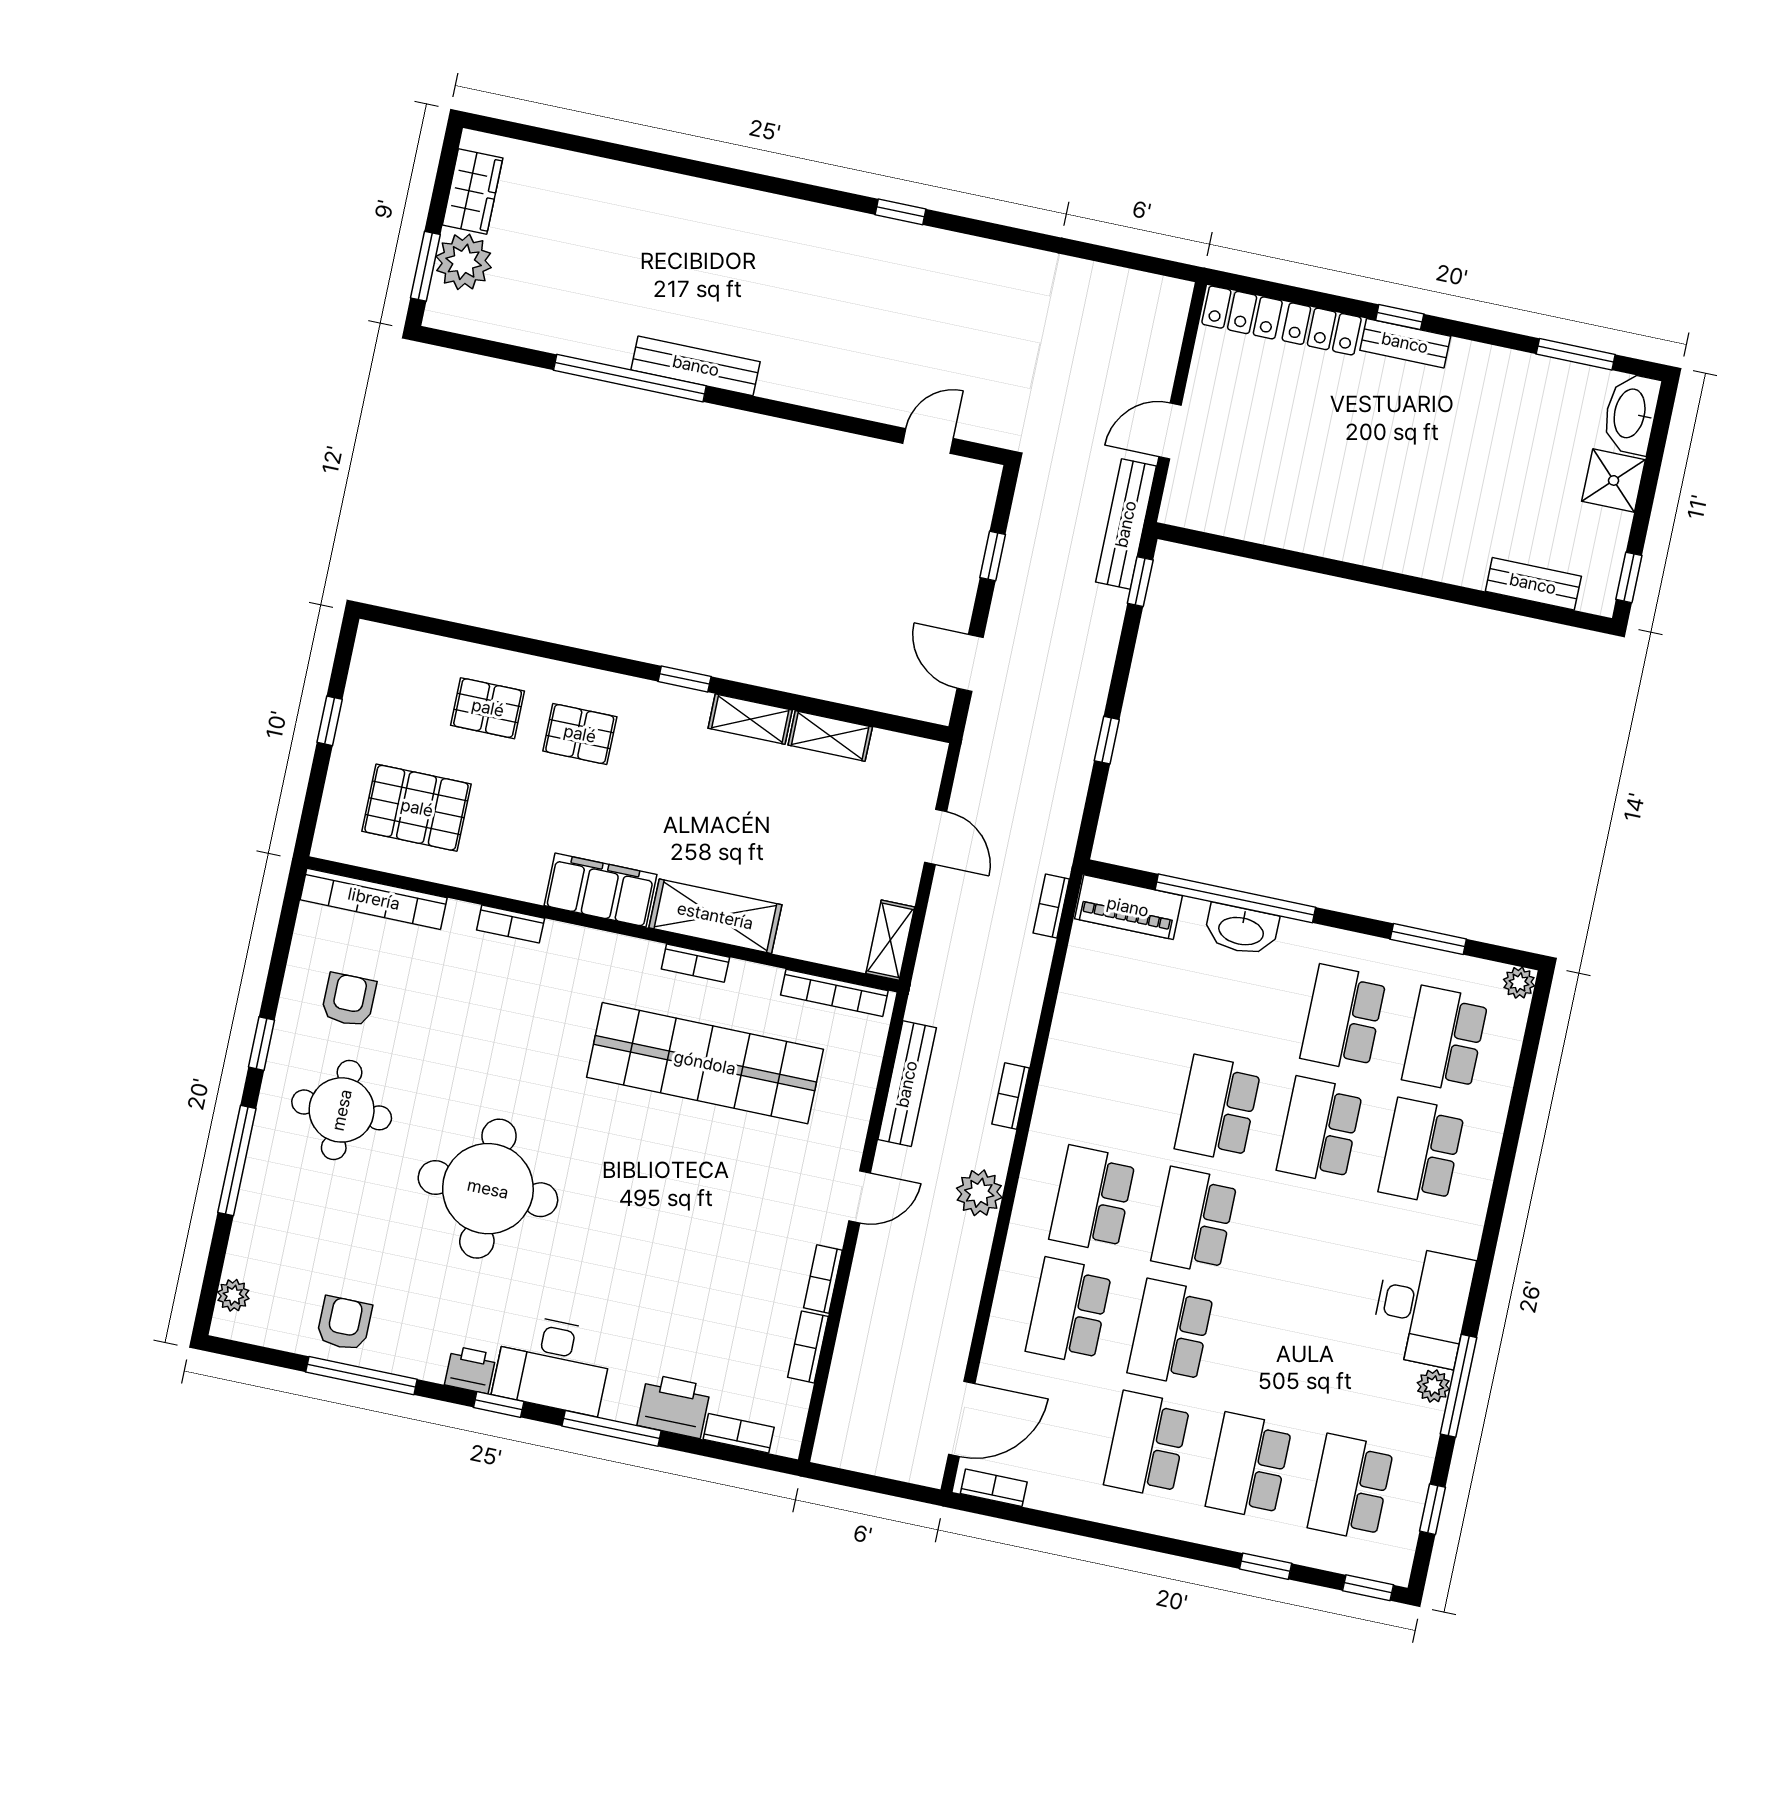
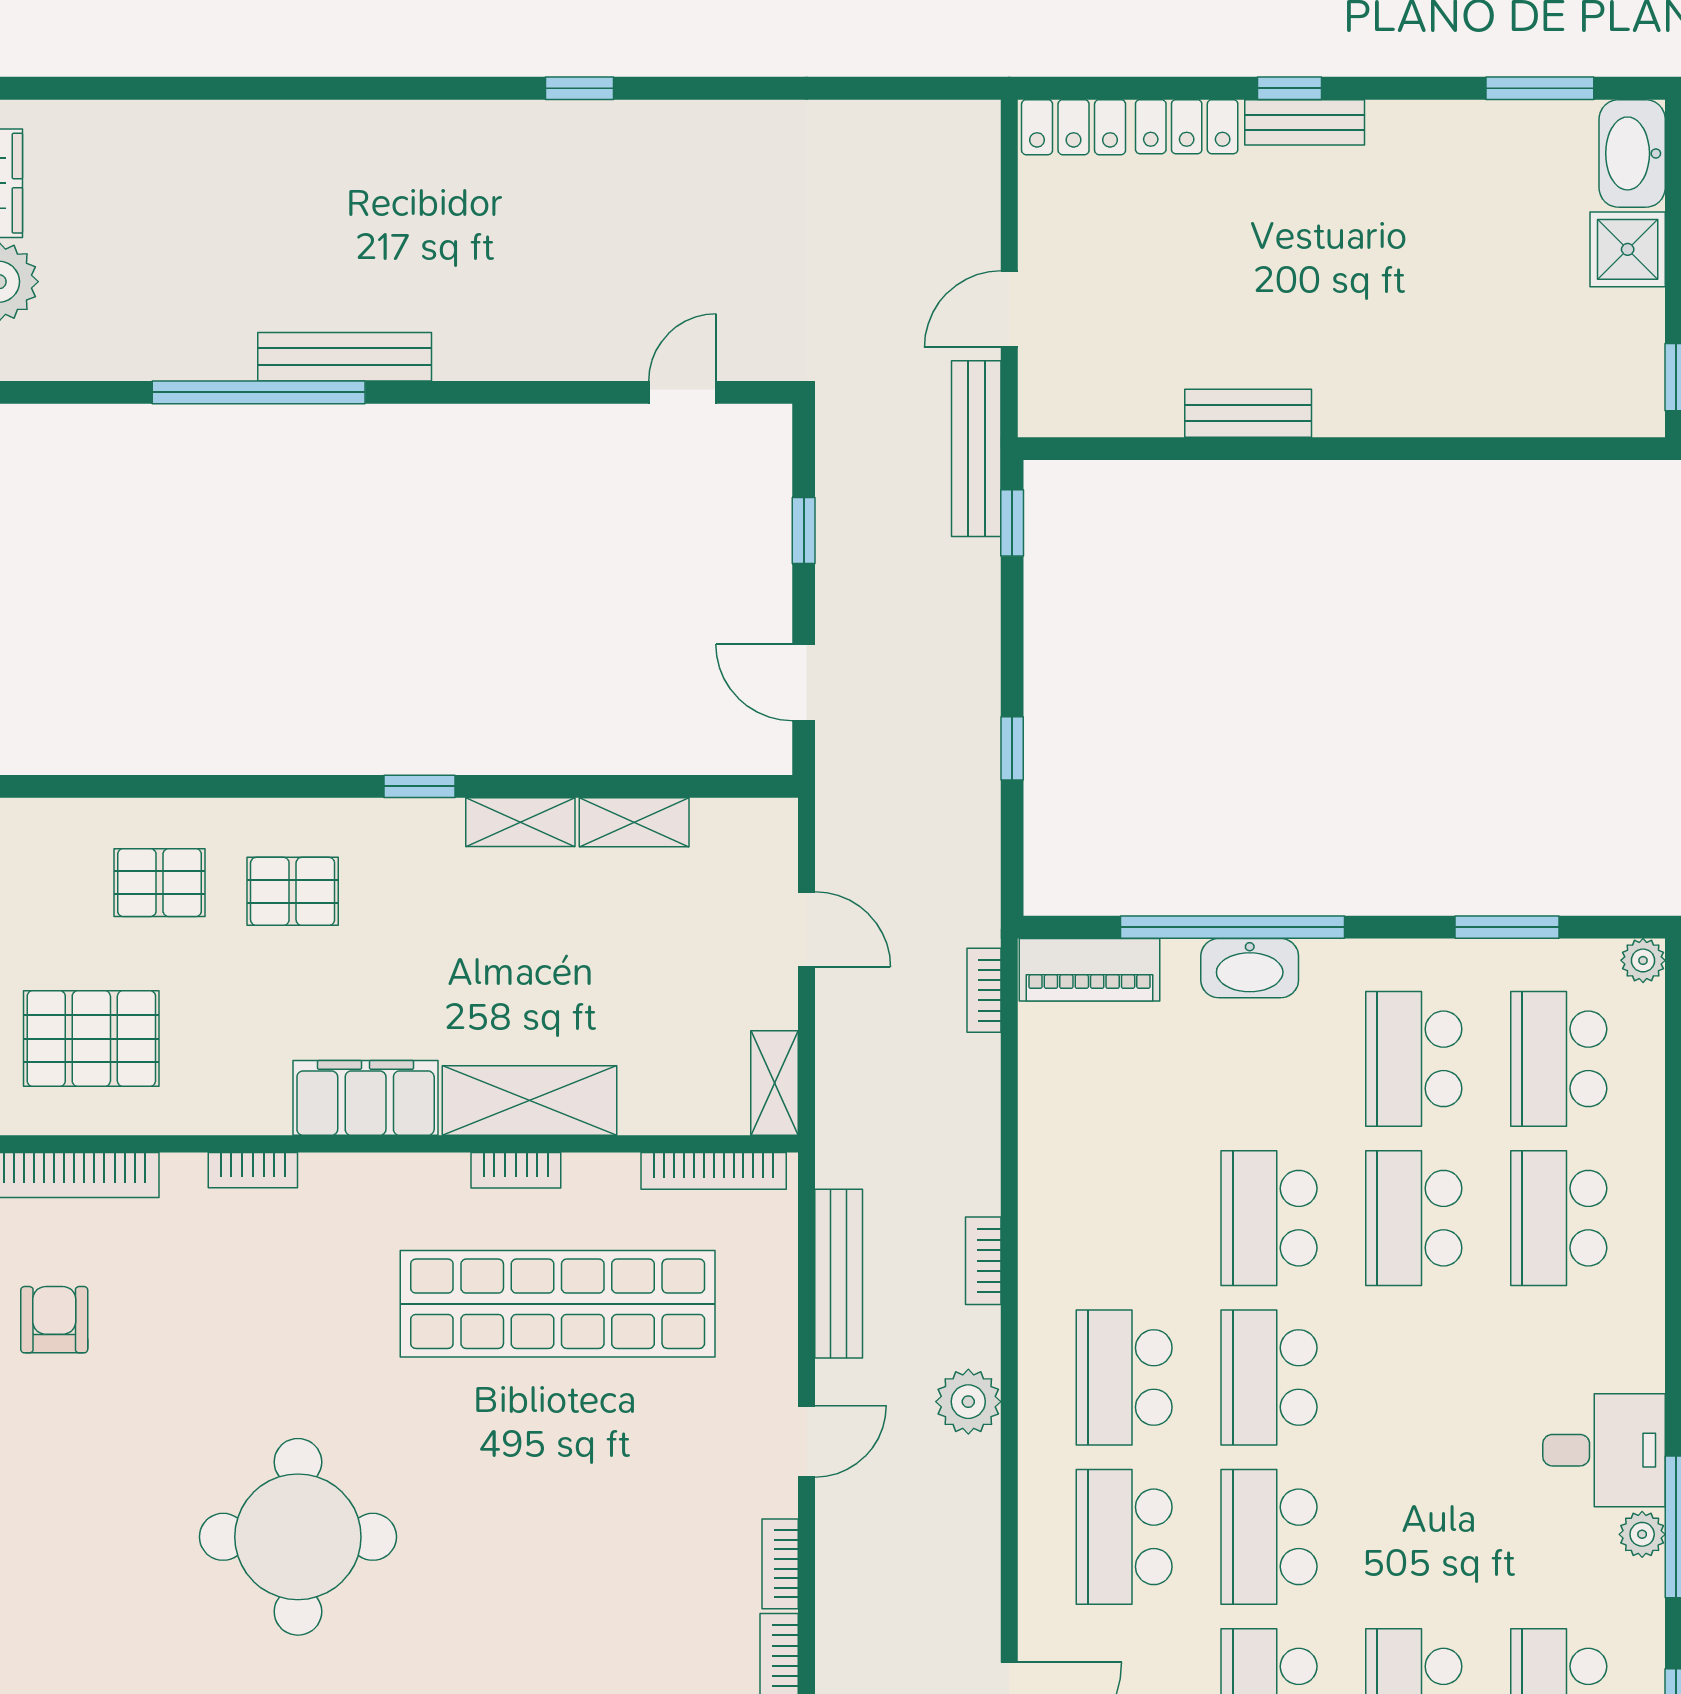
bench: (1533, 584) -> (1248, 413), moved
round table: (342, 1110) -> (76, 1472), removed
desk: (1422, 1306) -> (1604, 1450), width x0.73

